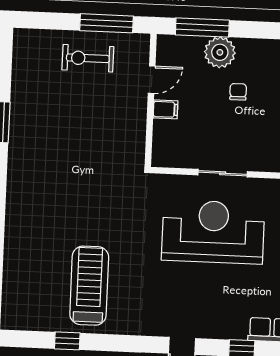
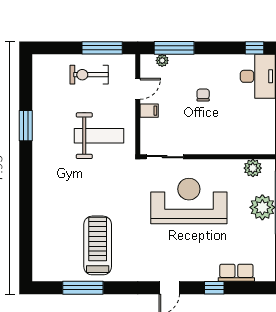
plant: (220, 52) -> (162, 60), moved, width x0.53, depth x0.53
weight bench: (98, 140) -> (99, 136), added
sliding door: (223, 173) -> (165, 157), moved
window: (67, 341) -> (83, 288), width x2.17

